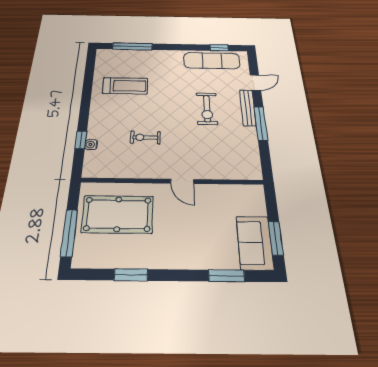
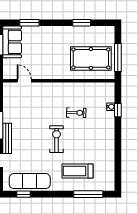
treadmill: (125, 86) -> (78, 171), moved
exercise bike: (207, 109) -> (57, 139), moved
door: (182, 181) -> (24, 81), moved
window: (69, 233) -> (118, 58), moved

